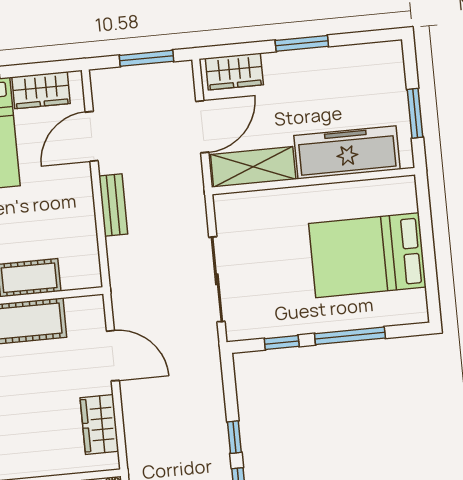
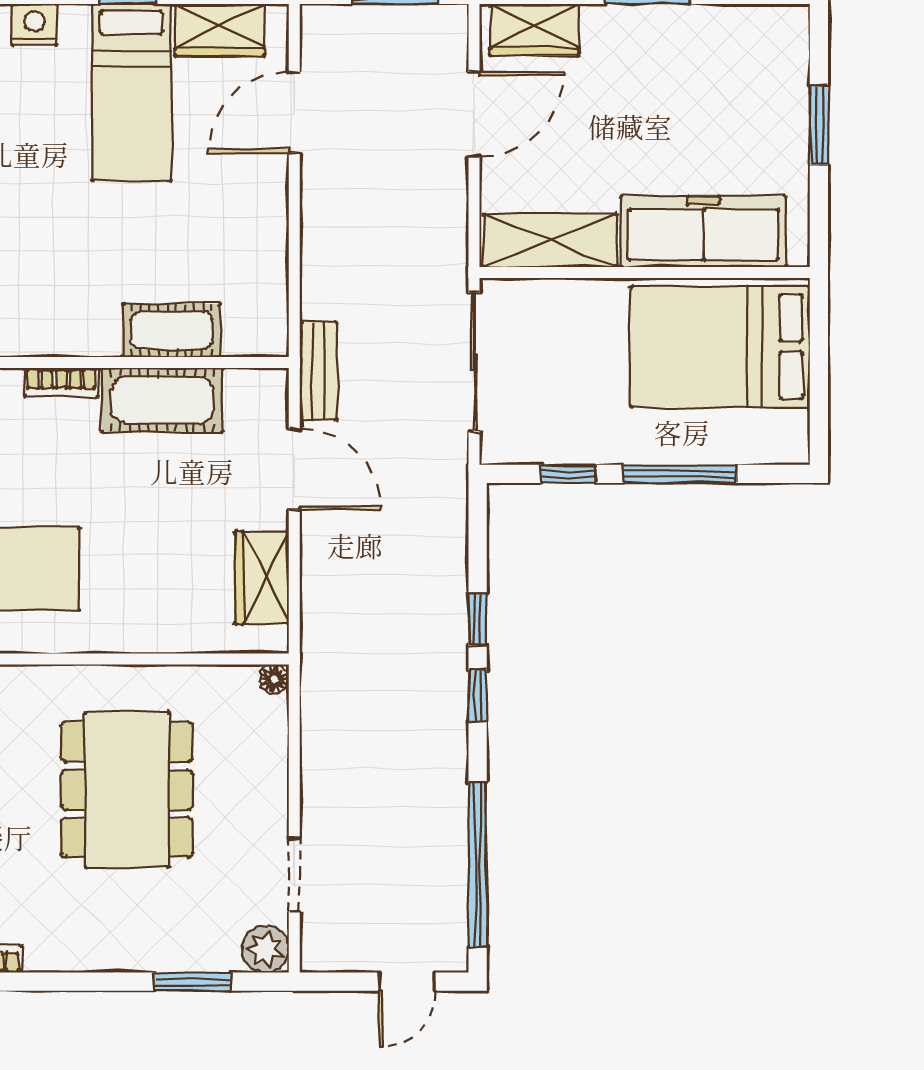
freezer: (347, 152) -> (703, 232), moved
shelving: (253, 167) -> (550, 240), moved
wall: (313, 181) -> (645, 273), moved
bench: (113, 205) -> (318, 371), moved

